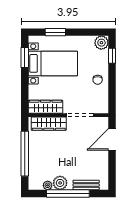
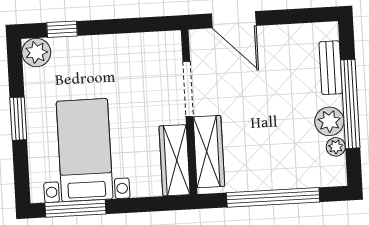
window: (55, 32) -> (18, 119), moved
window: (25, 57) -> (75, 208), width x1.44
chair: (98, 80) -> (113, 56), removed

